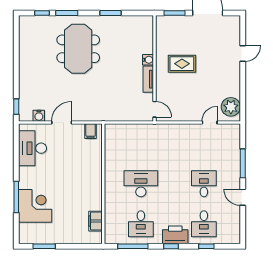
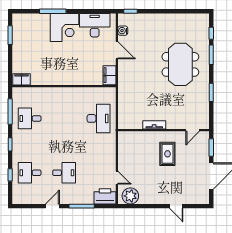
meeting table: (78, 49) -> (180, 64), turned 90
water cooler: (148, 60) -> (171, 125), removed
door: (155, 109) -> (193, 130), moved
filing cabinet: (91, 131) -> (109, 75), width x2.00
desk: (141, 184) -> (98, 118), moved
corner desk: (35, 206) -> (65, 27), moved
filing cabinet: (95, 221) -> (22, 79), moved
printer: (175, 235) -> (105, 196), moved, turned -90

